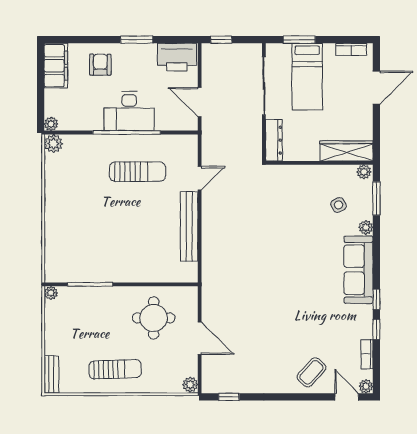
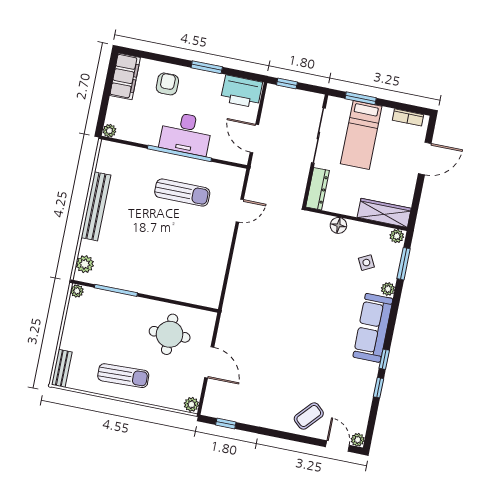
plant: (53, 144) -> (85, 264), moved
floor lamp: (303, 173) -> (338, 225), added
bench: (189, 226) -> (96, 206), moved
bookcase: (367, 354) -> (365, 409), removed

